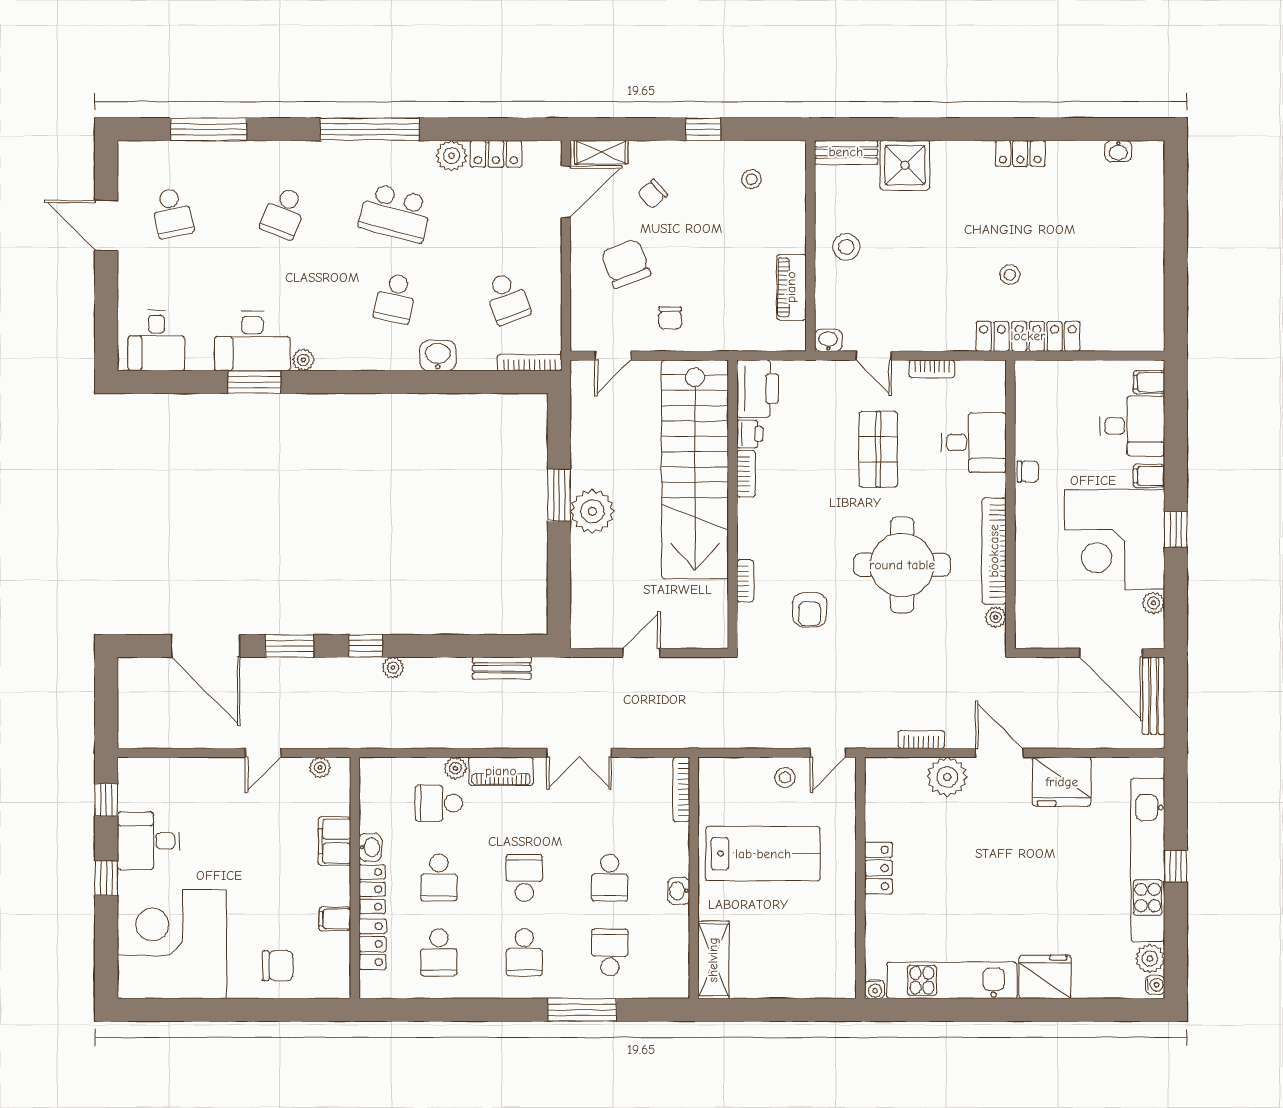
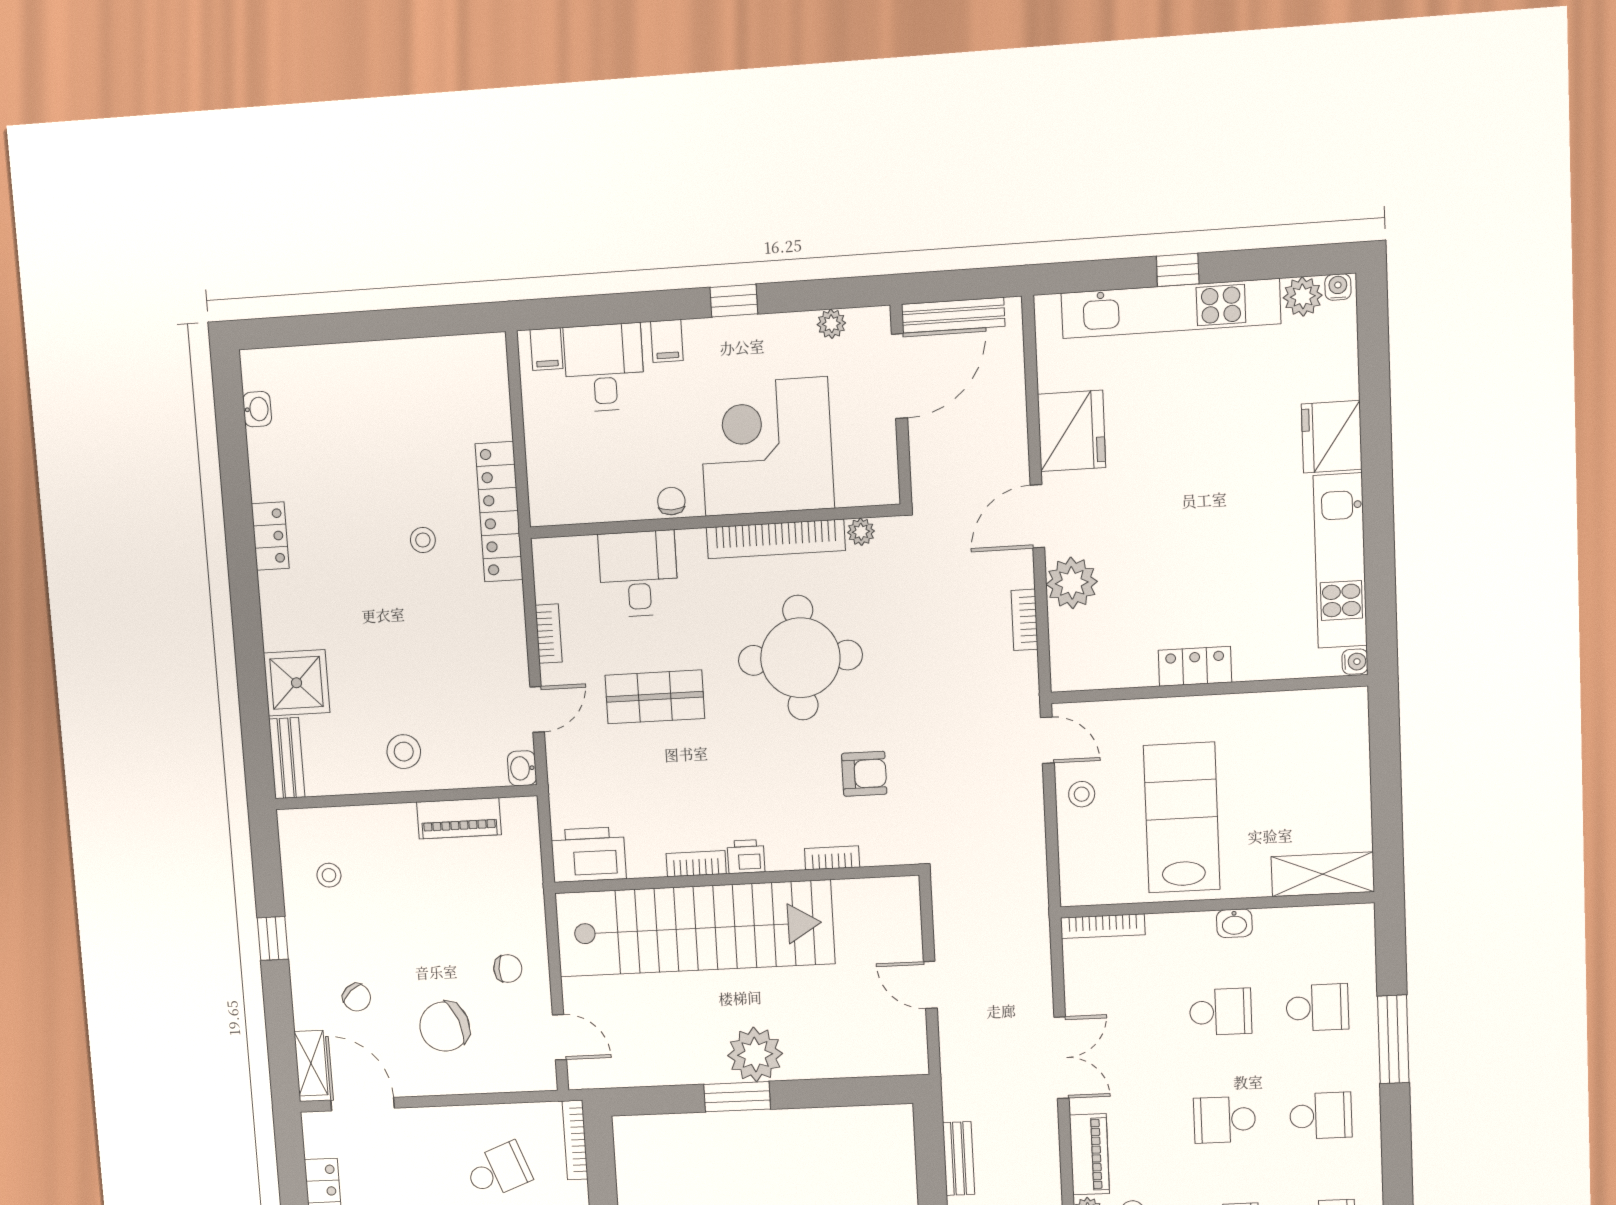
printer: (750, 434) -> (746, 856), moved
corner desk: (1115, 540) -> (766, 447), moved, turned 180
school desk: (610, 952) -> (1317, 1008), turned 180

